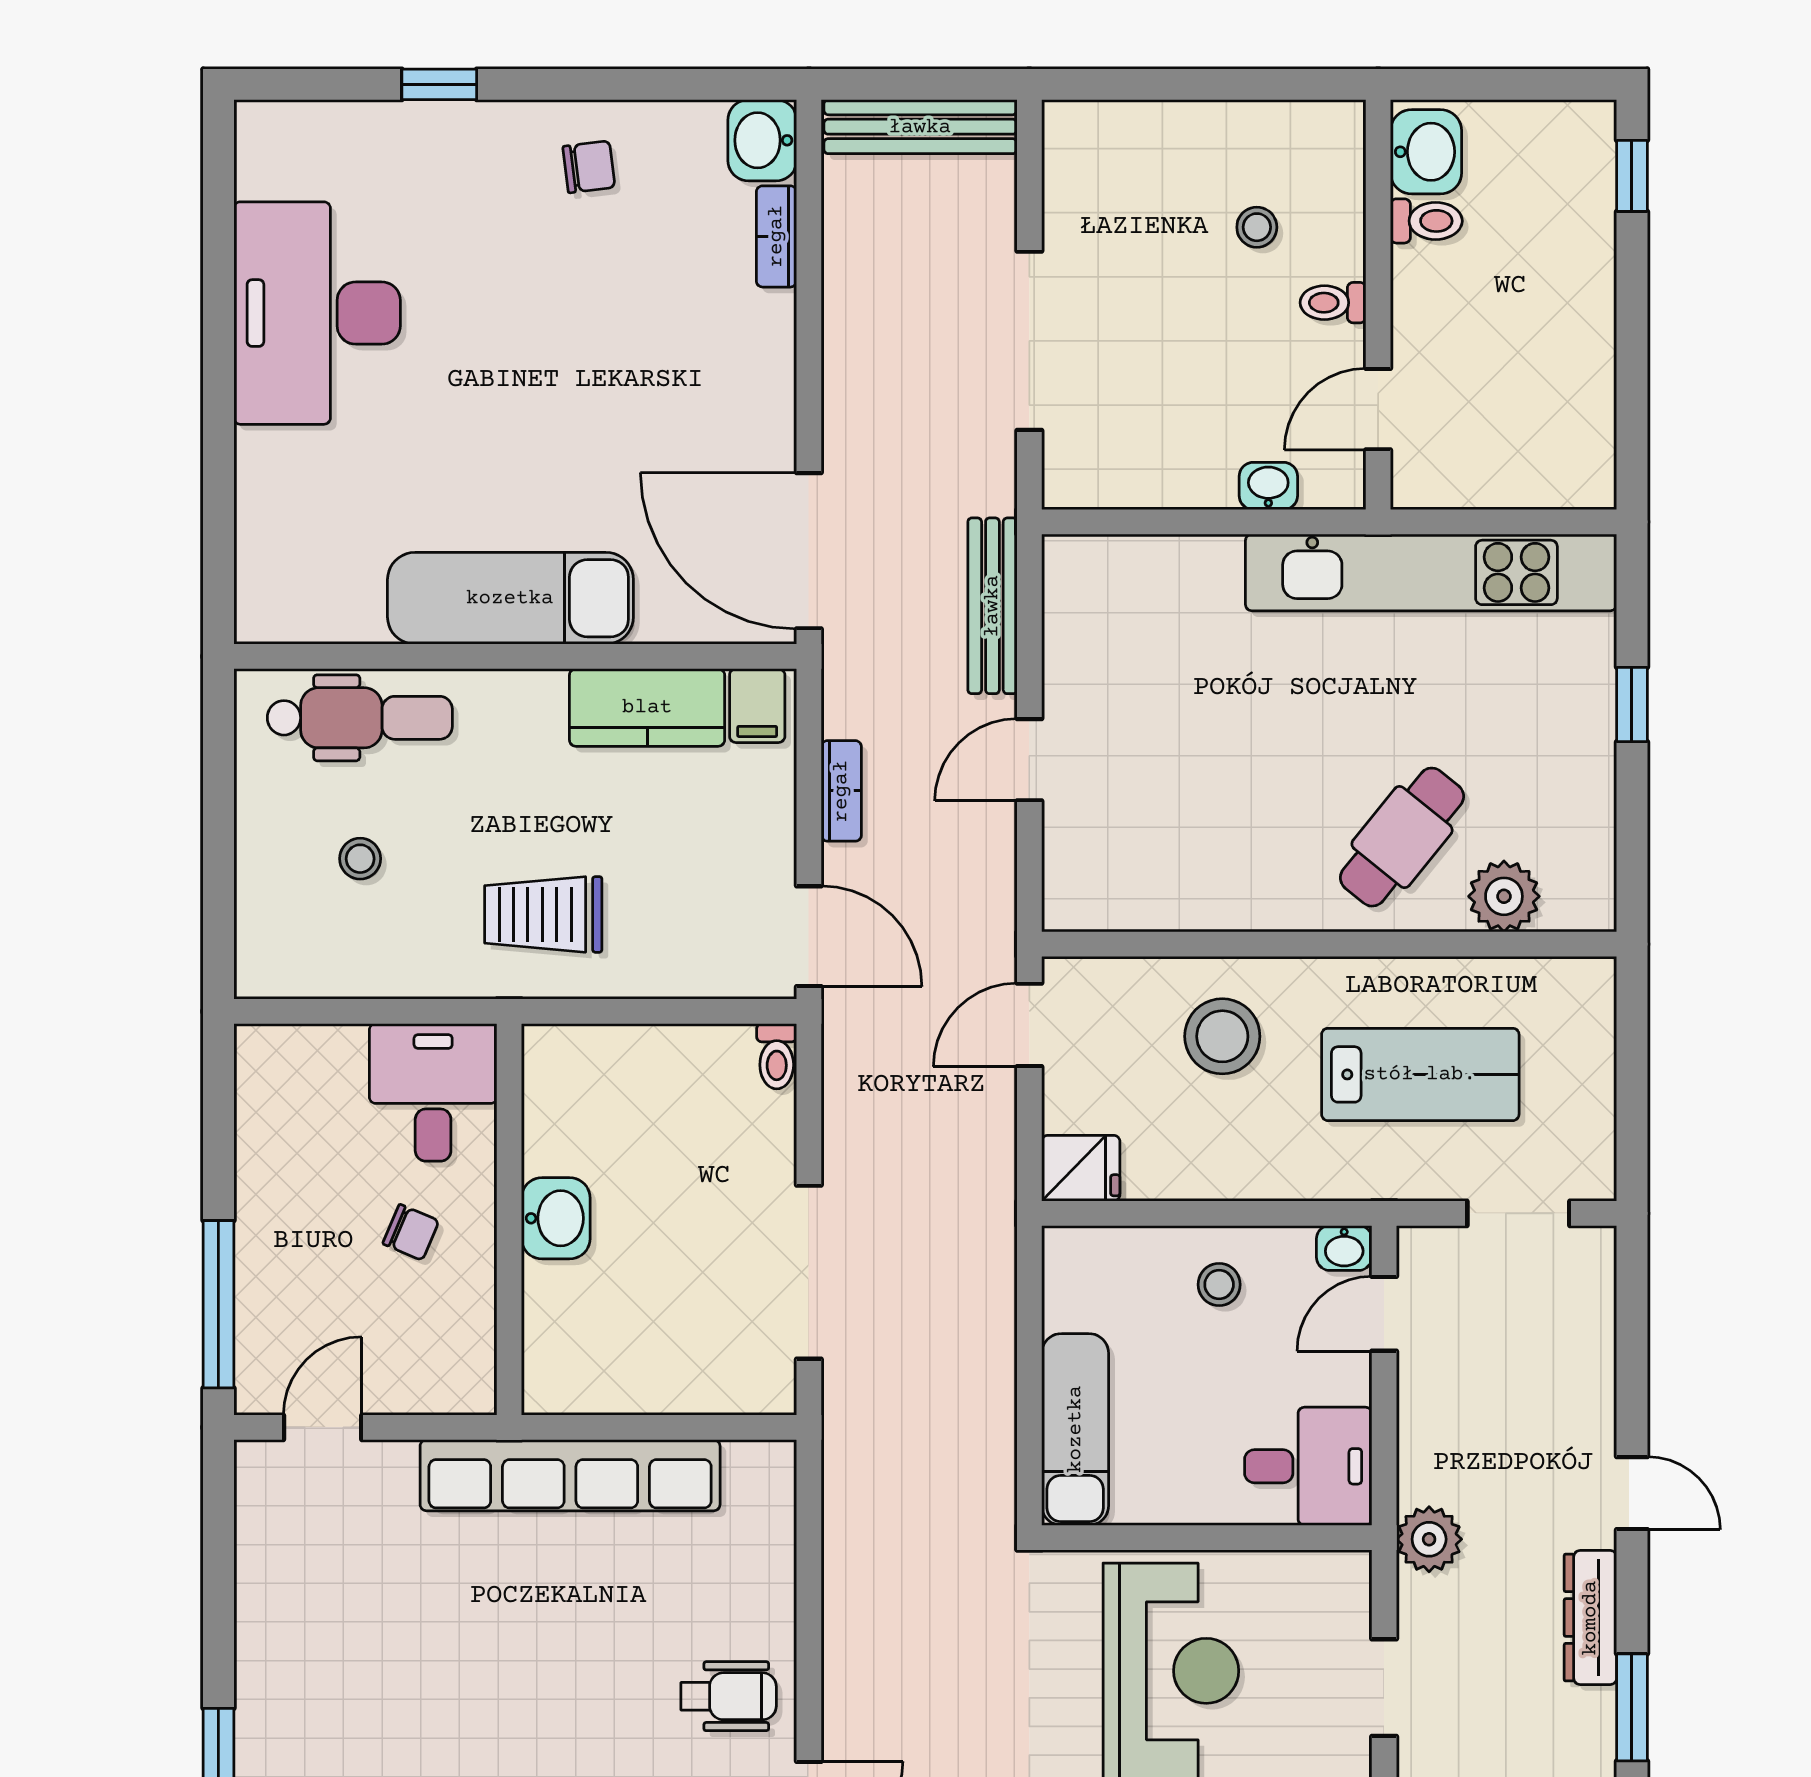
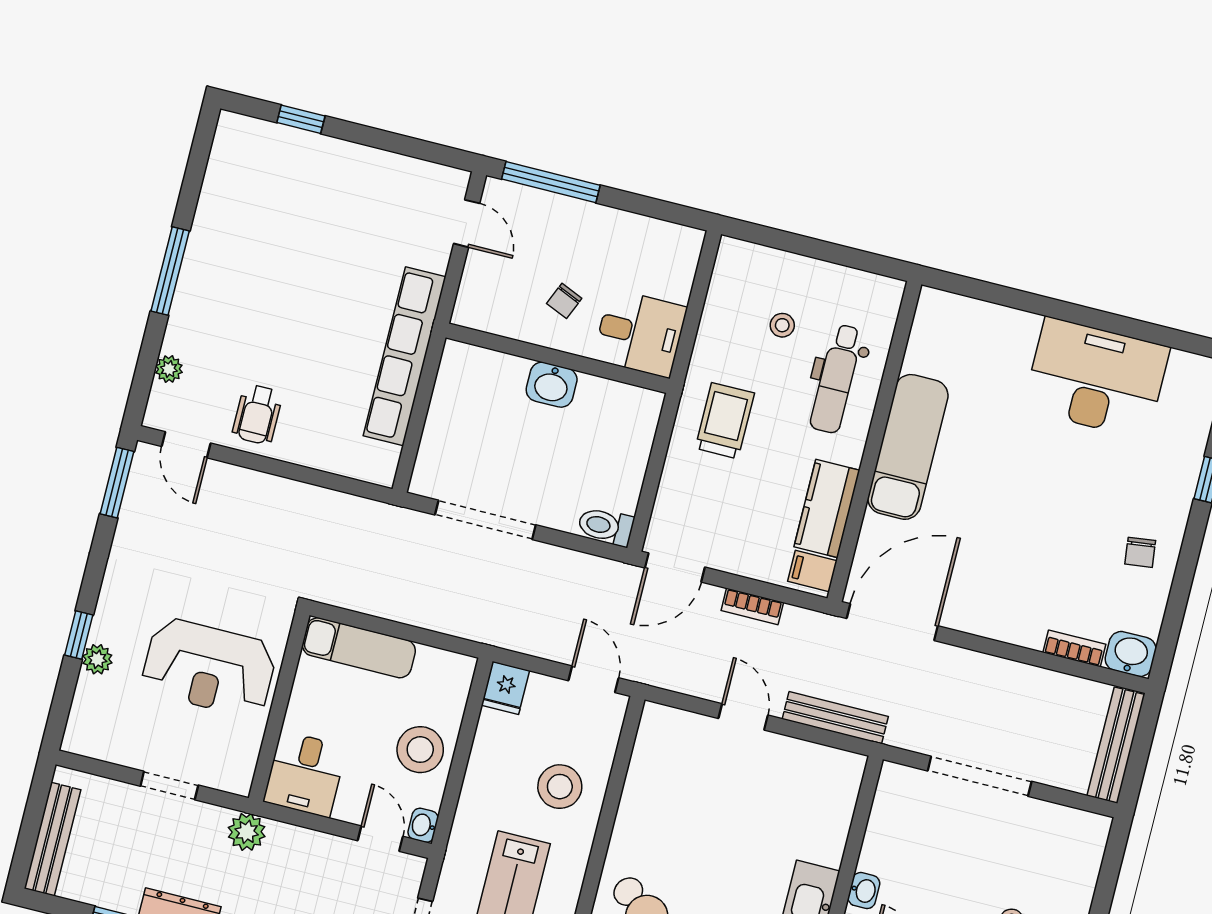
dental chair: (360, 718) -> (836, 379), moved
toilet: (777, 1056) -> (606, 526), width x1.37, depth x1.39
stool: (1219, 1285) -> (420, 750), width x1.89, depth x1.89

